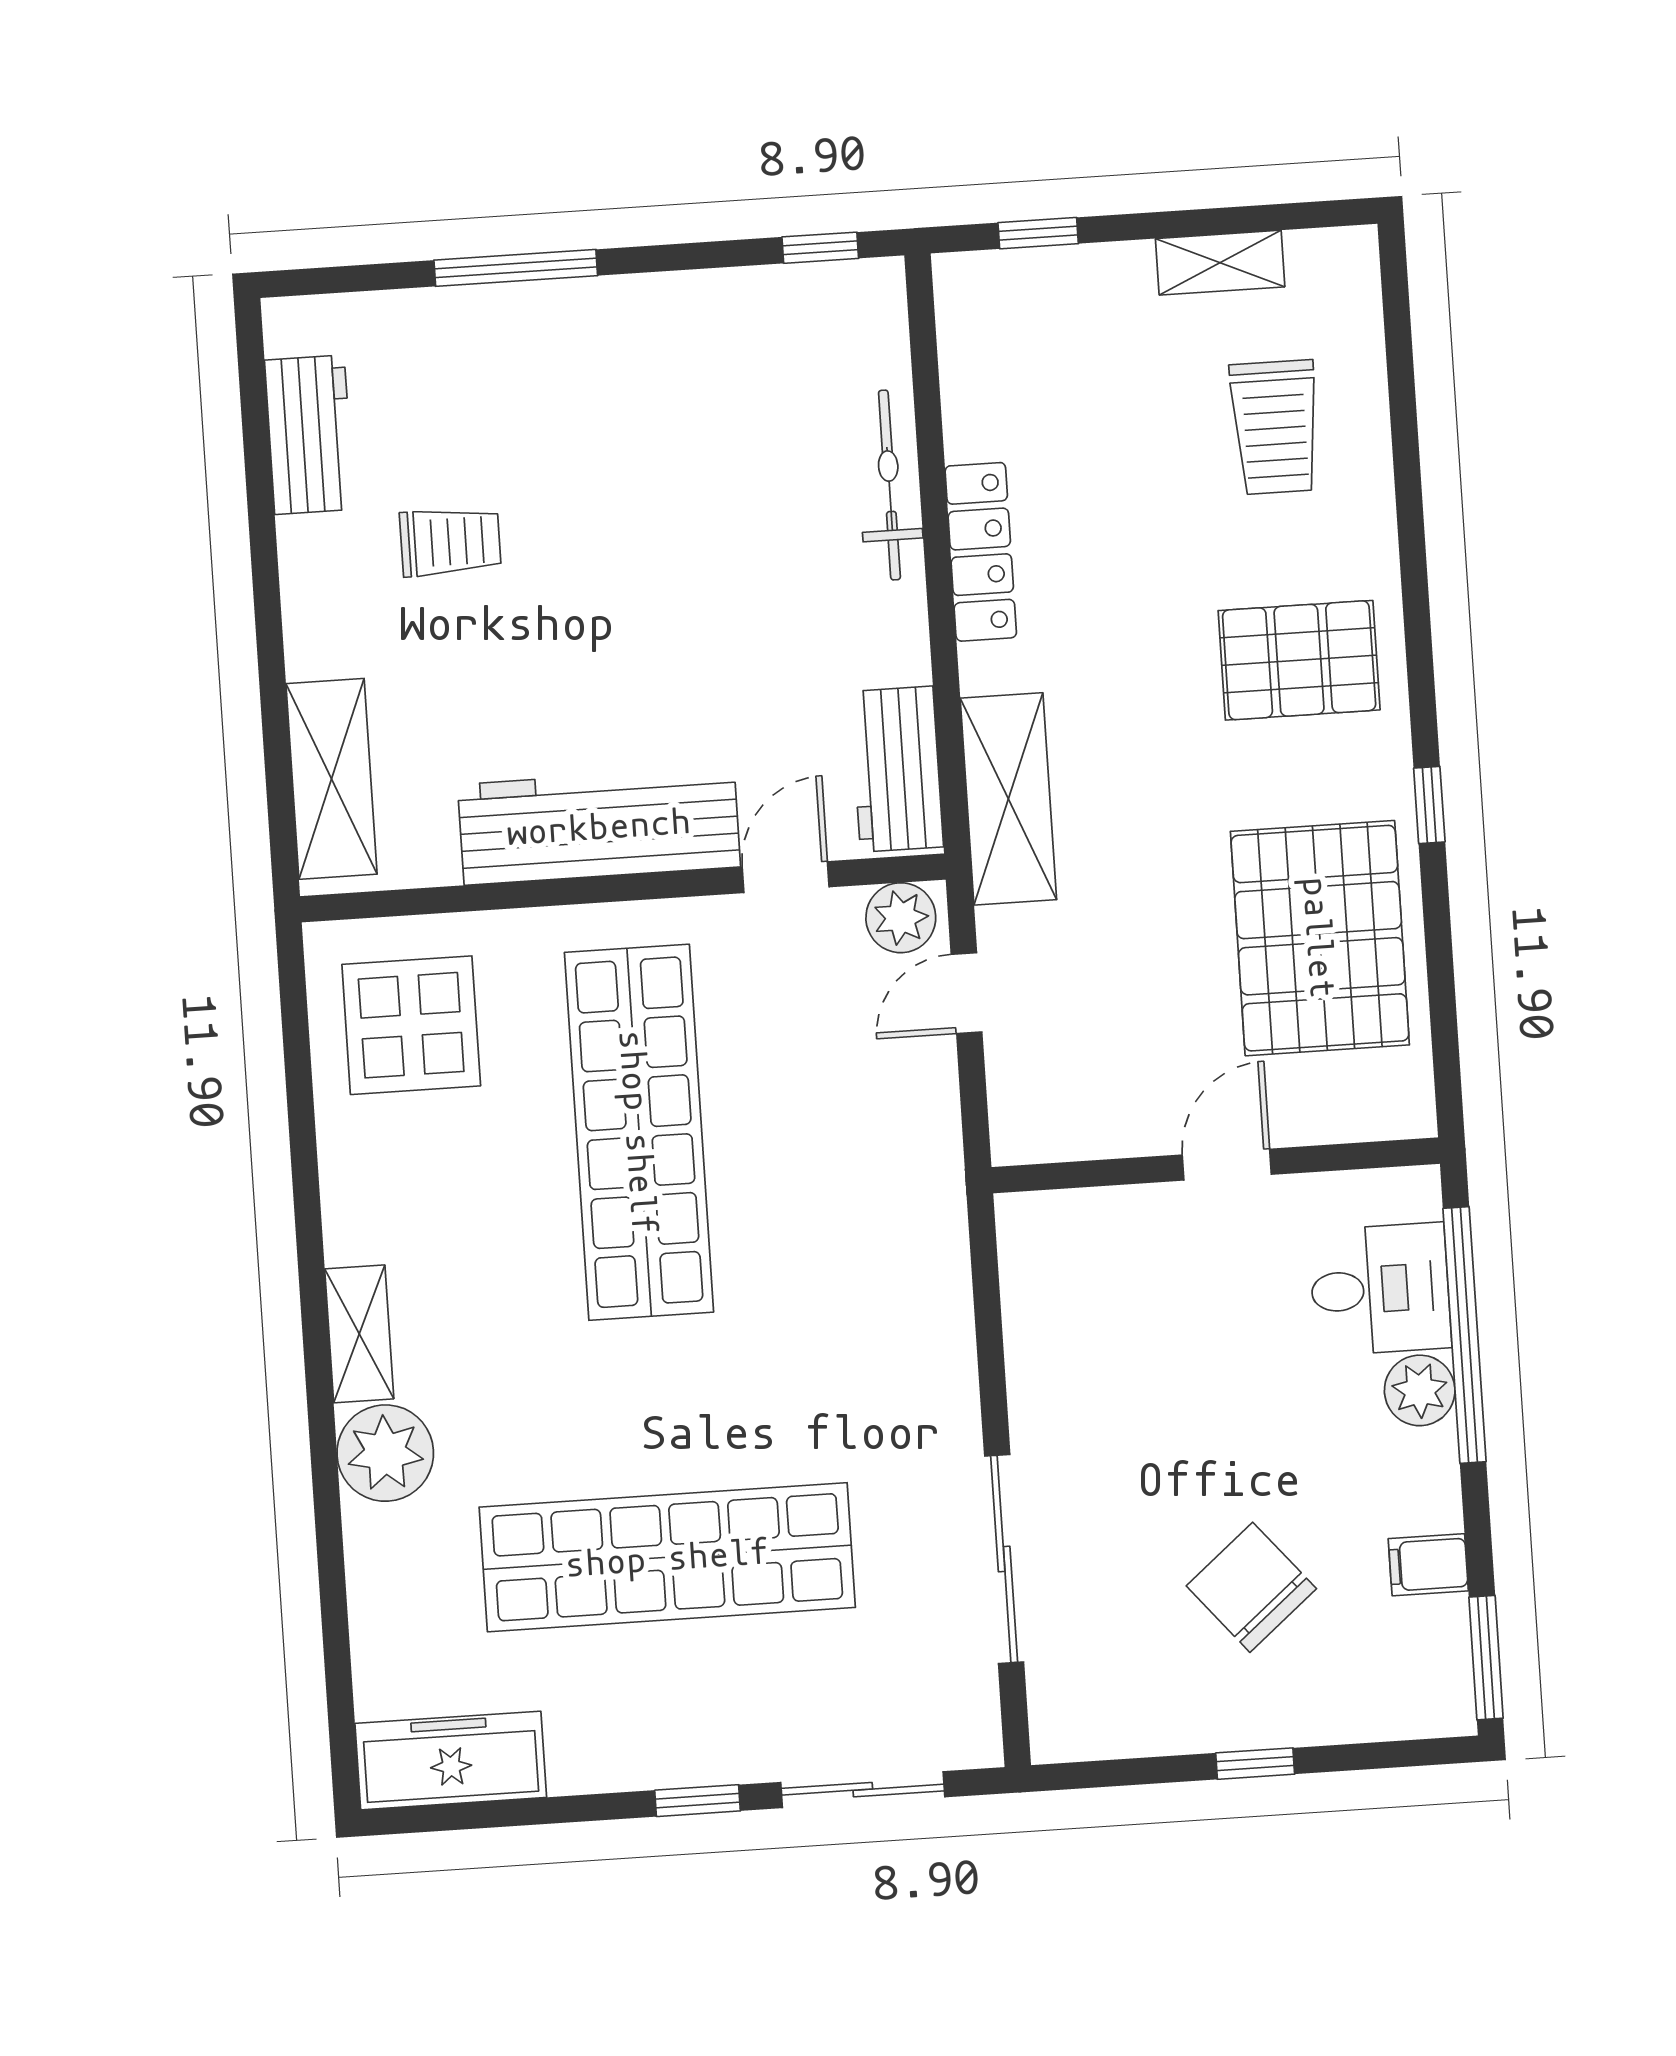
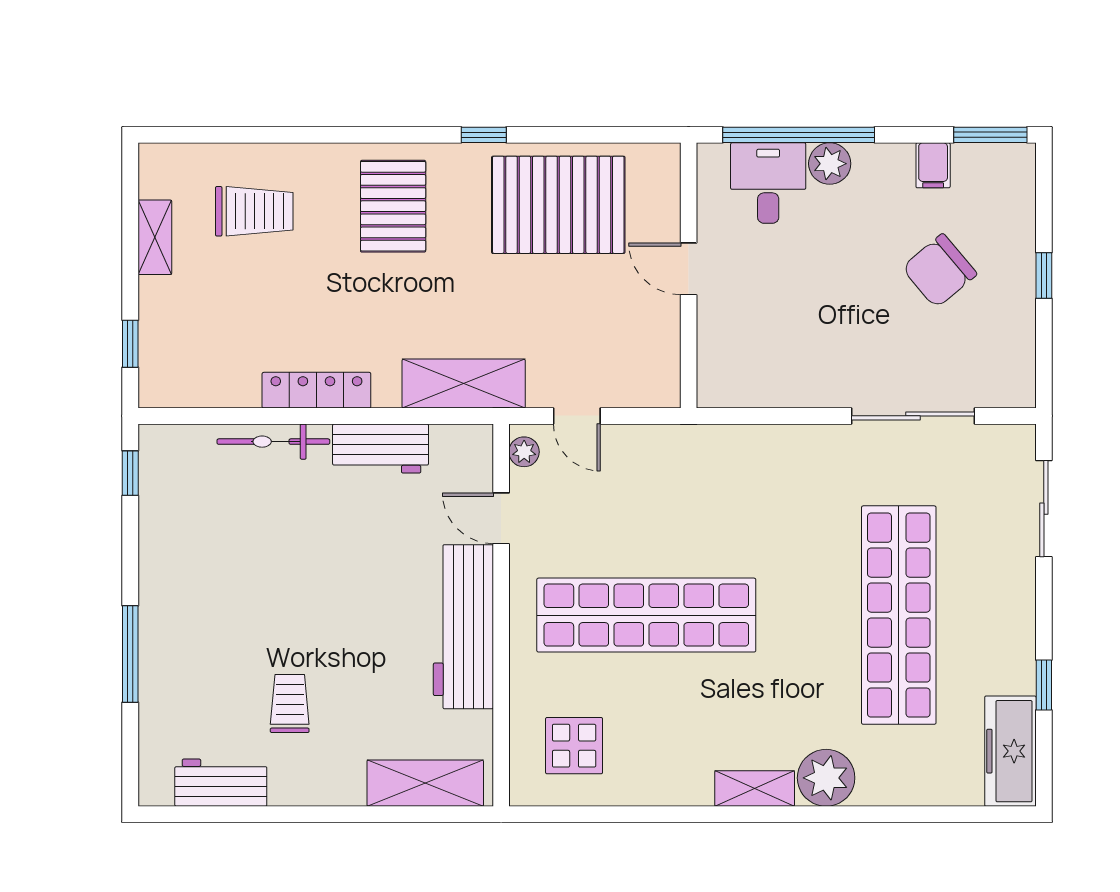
workbench: (897, 769) -> (381, 448), moved
plant: (901, 918) -> (524, 452), width x0.73, depth x0.73
display table: (411, 1025) -> (574, 746), width x0.73, depth x0.73
window: (698, 1801) -> (1044, 685), moved

